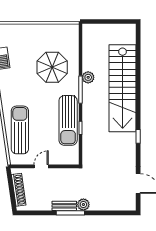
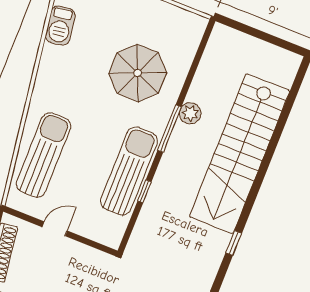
sun lounger: (68, 120) -> (129, 171), turned 180

